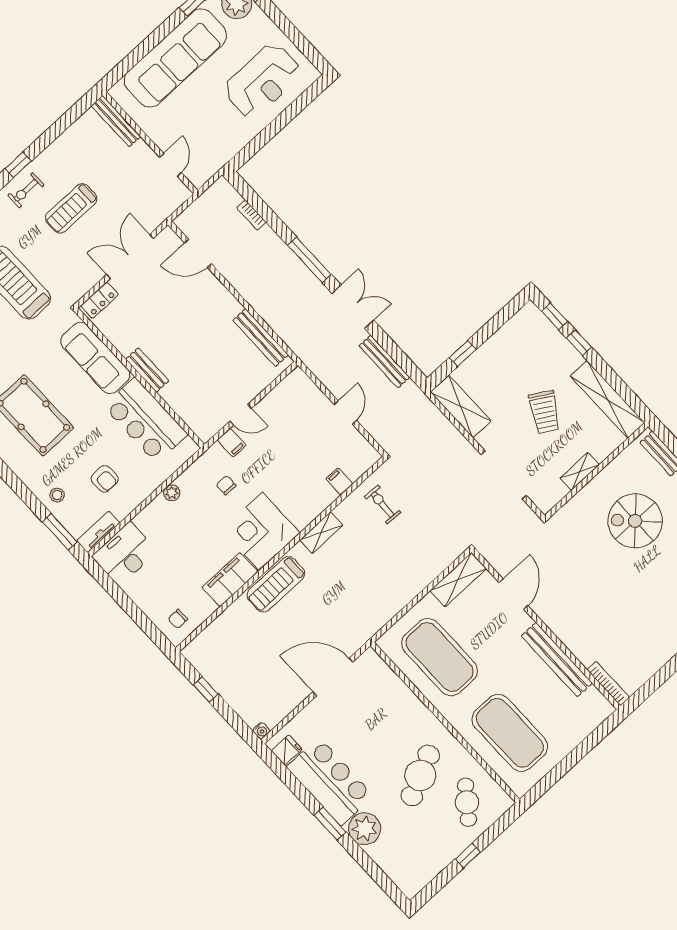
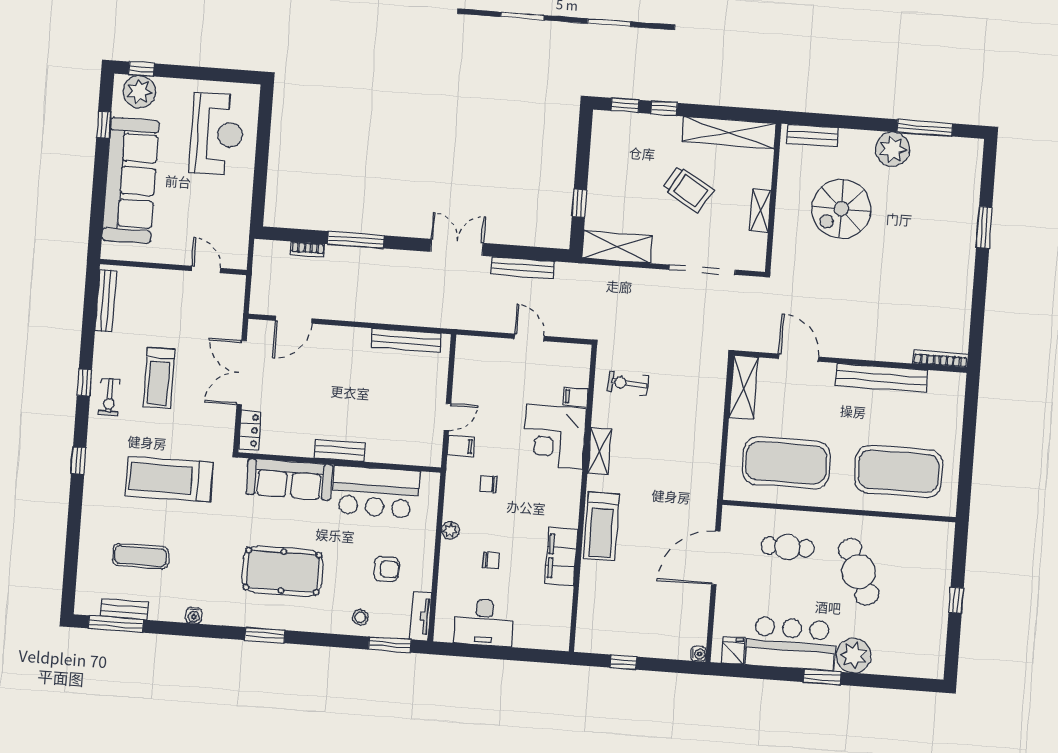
bench: (116, 121) -> (106, 301), moved, turned 90
window: (309, 260) -> (356, 240), moved
corner desk: (261, 531) -> (554, 437), moved
desk: (125, 554) -> (484, 622), moved, turned -90
chair: (178, 619) -> (491, 560), moved, turned -90
cafe table: (467, 802) -> (787, 547), moved, turned -38

